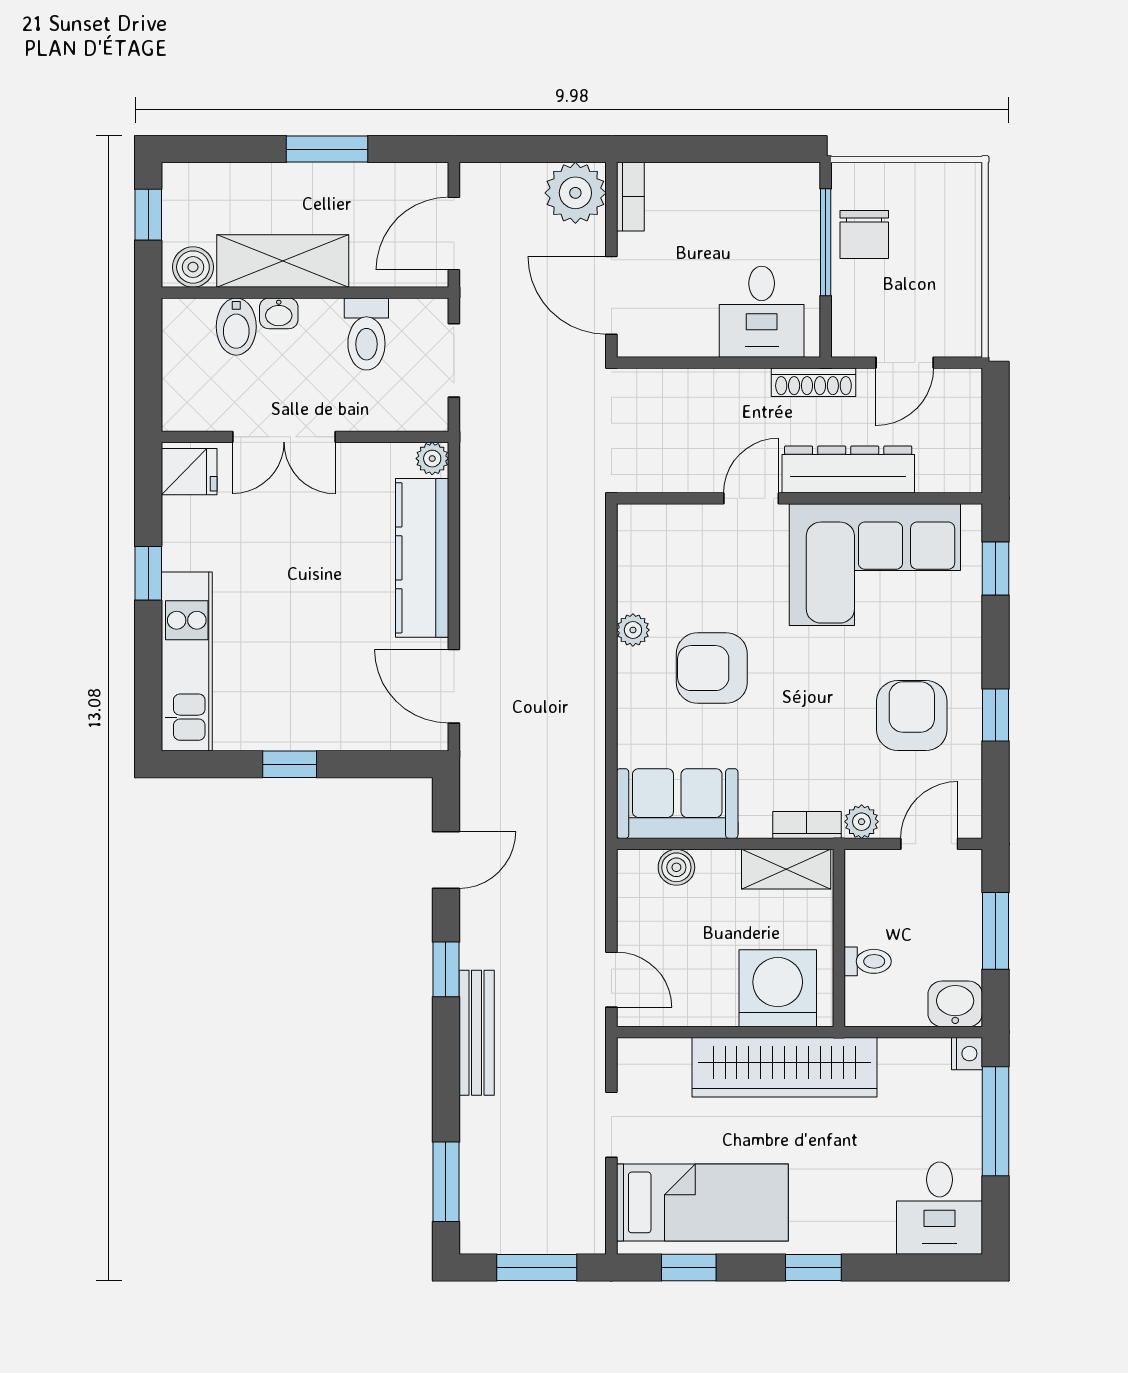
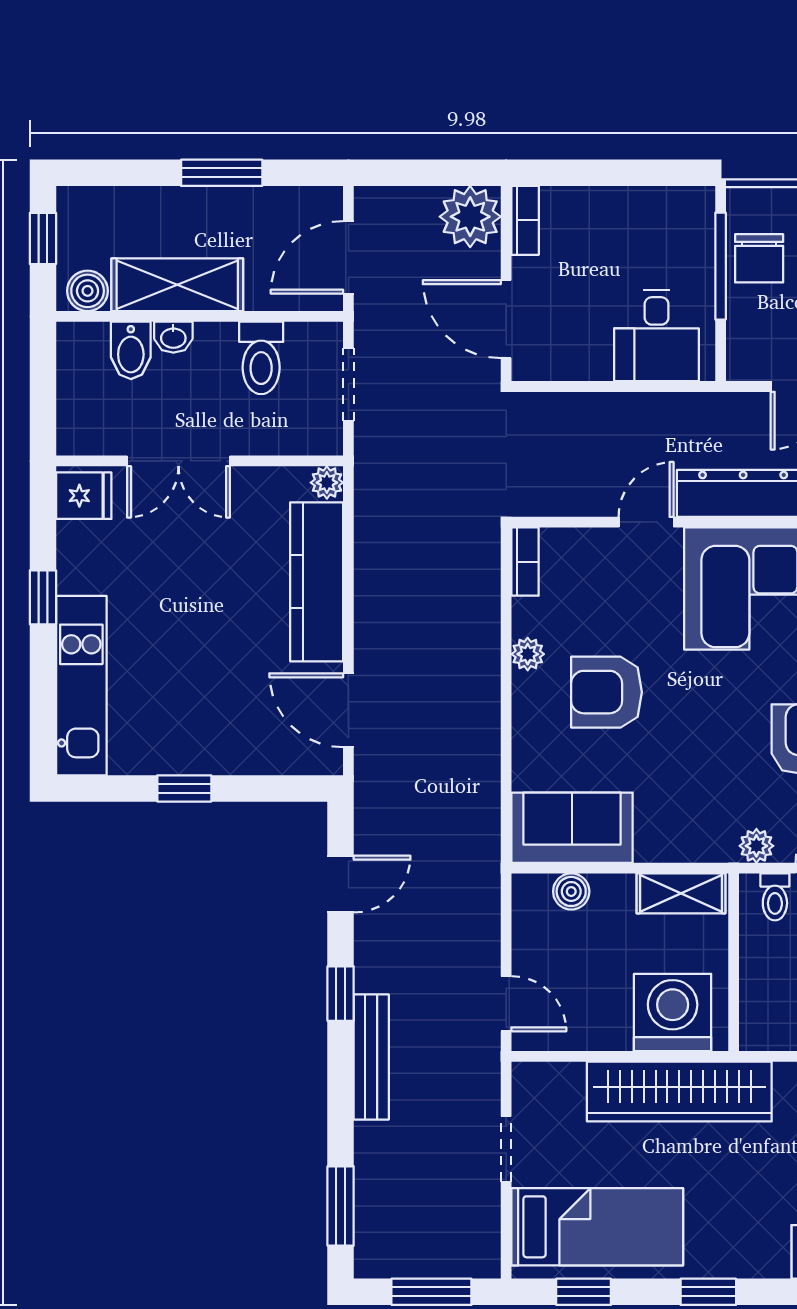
shoe rack: (813, 382) -> (708, 406), removed
bookcase: (807, 825) -> (525, 562), moved, turned 90
toilet: (868, 961) -> (775, 897), moved, turned 90

